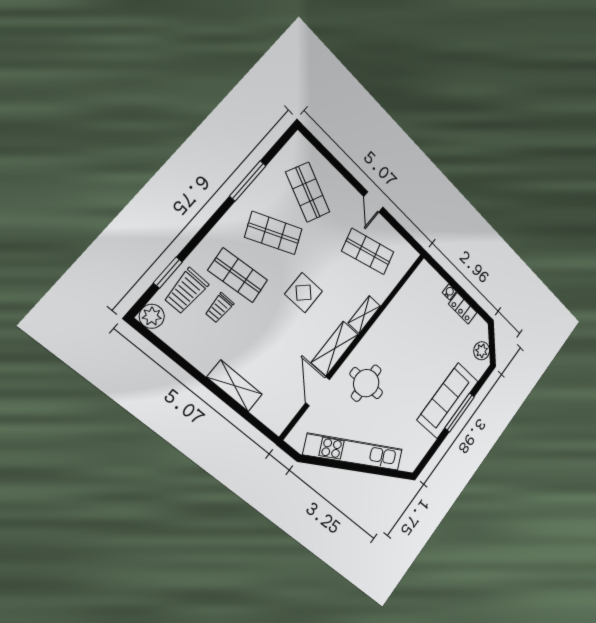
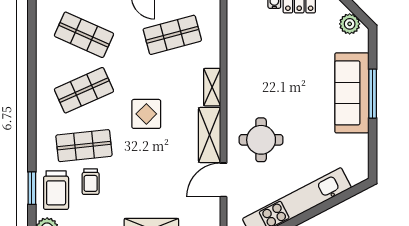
window: (248, 181) -> (32, 70), removed
door: (318, 391) -> (223, 180), hinge flipped

